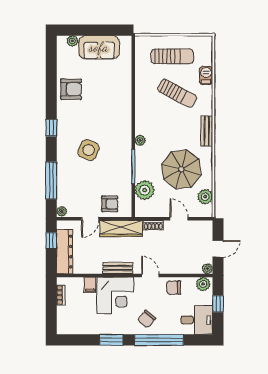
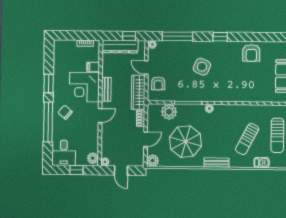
plant: (205, 197) -> (153, 161), moved
chair: (174, 288) -> (90, 134), removed

